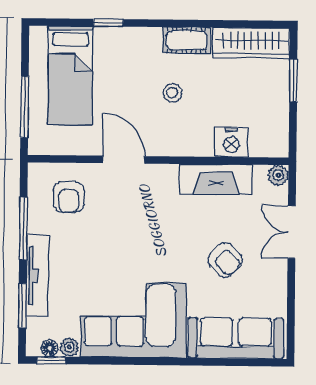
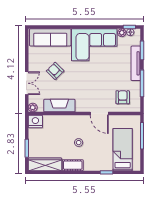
nightstand: (231, 142) -> (35, 122), moved

